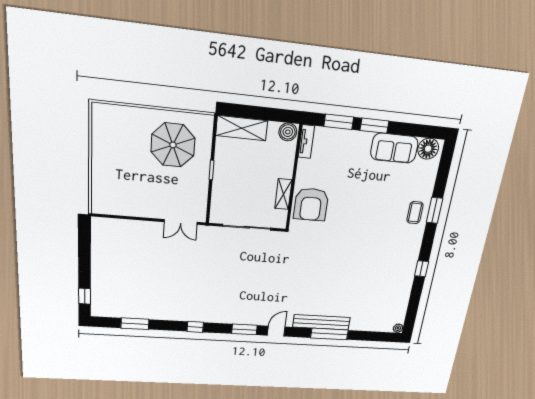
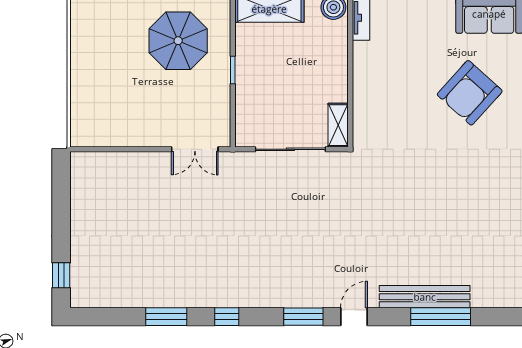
shelving: (283, 194) -> (338, 125), moved
armchair: (311, 204) -> (470, 93), moved, turned 42
window: (135, 324) -> (166, 317), moved

